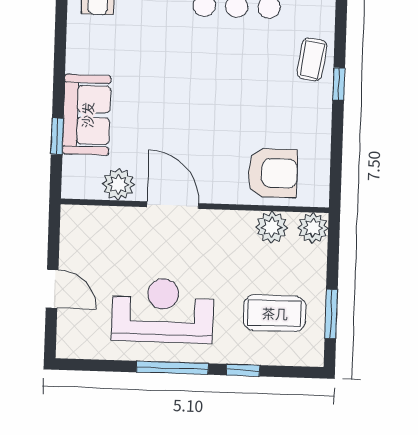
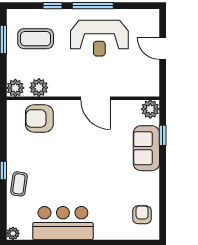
plant: (118, 184) -> (150, 109), moved

